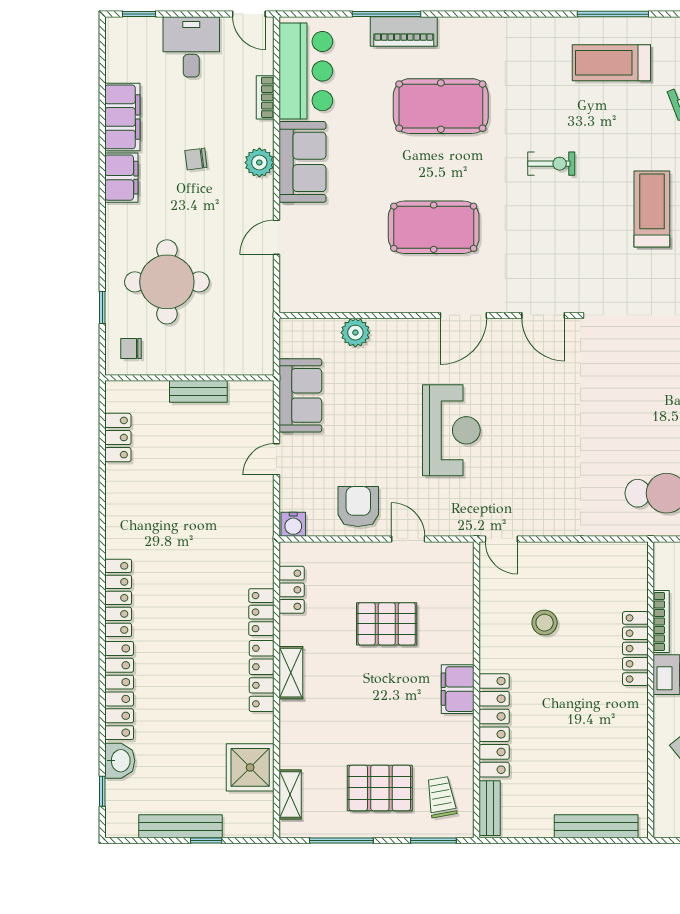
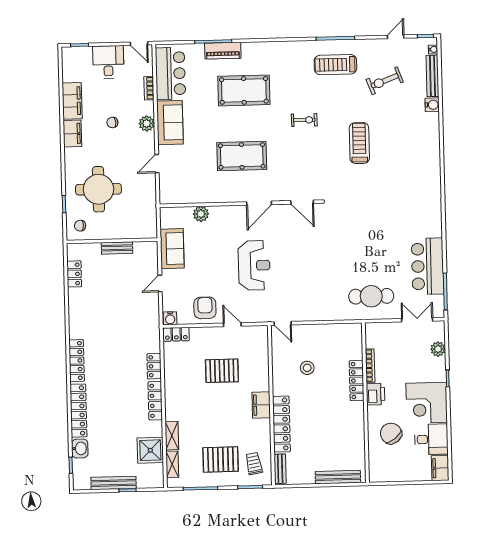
locker: (292, 590) -> (176, 334), moved, turned 90
shelving: (291, 673) -> (172, 436), moved

